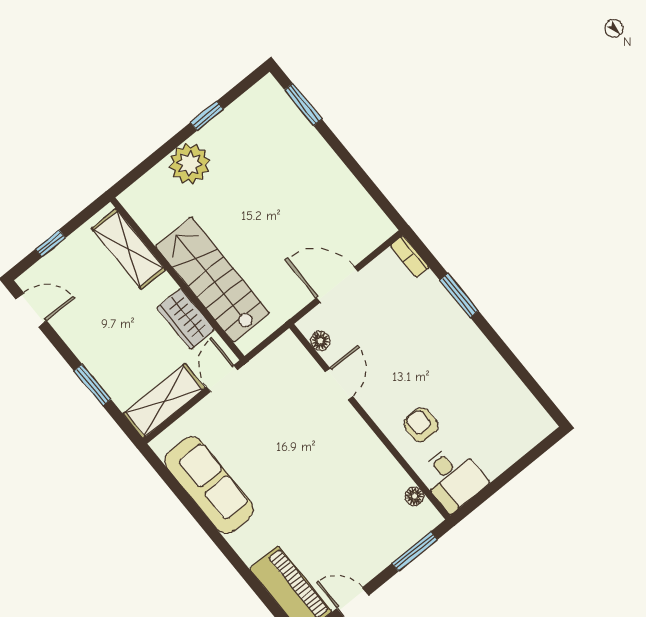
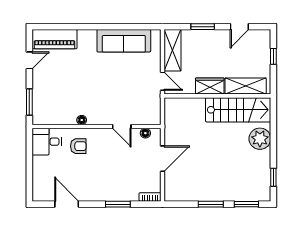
window: (207, 116) -> (273, 177), moved
window: (346, 158) -> (211, 204), added
stairs: (212, 280) -> (238, 110), moved
door: (31, 310) -> (239, 27), moved
wardrobe: (186, 319) -> (210, 86), moved
door: (521, 372) -> (67, 204), added
floor lamp: (414, 496) -> (82, 120), moved

